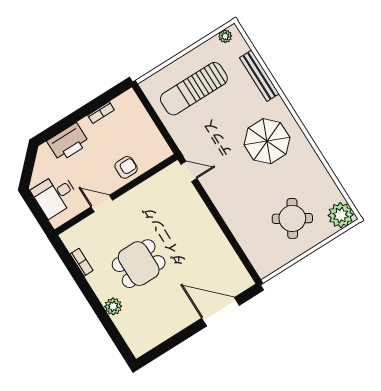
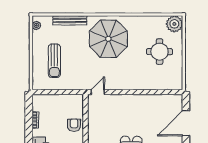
sun lounger: (194, 89) -> (54, 61), width x0.73, depth x0.75
parasol: (267, 141) -> (108, 39), width x1.36, depth x1.36
round table: (292, 218) -> (160, 52), turned -31

